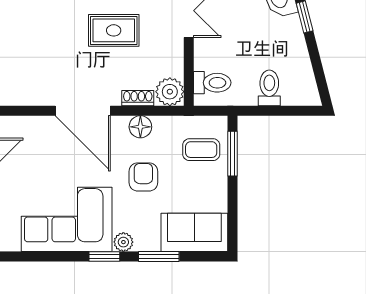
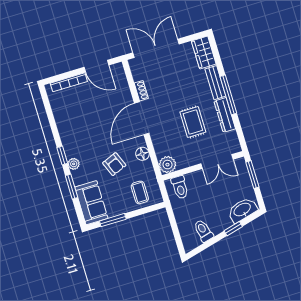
toilet: (269, 88) -> (203, 231), moved, turned -104
shoe rack: (138, 98) -> (141, 91), moved
window: (233, 154) -> (113, 220), moved
armchair: (143, 177) -> (114, 164), turned 68
corner sofa: (67, 219) -> (77, 128), removed

